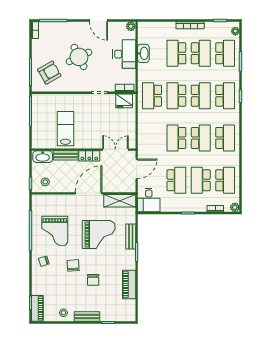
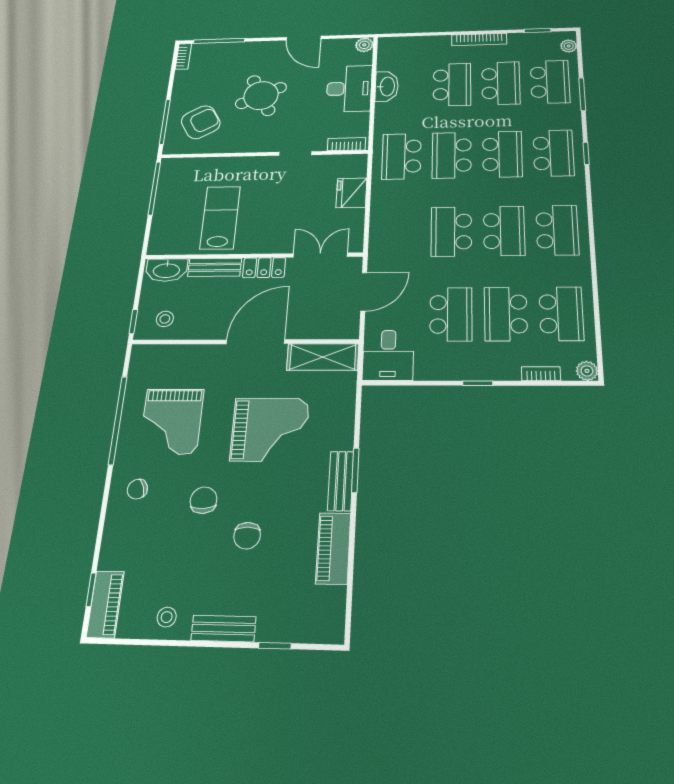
school desk: (176, 53) -> (452, 85), turned 180
fridge: (124, 101) -> (351, 193), moved, turned 90
bench: (131, 237) -> (341, 481), moved

